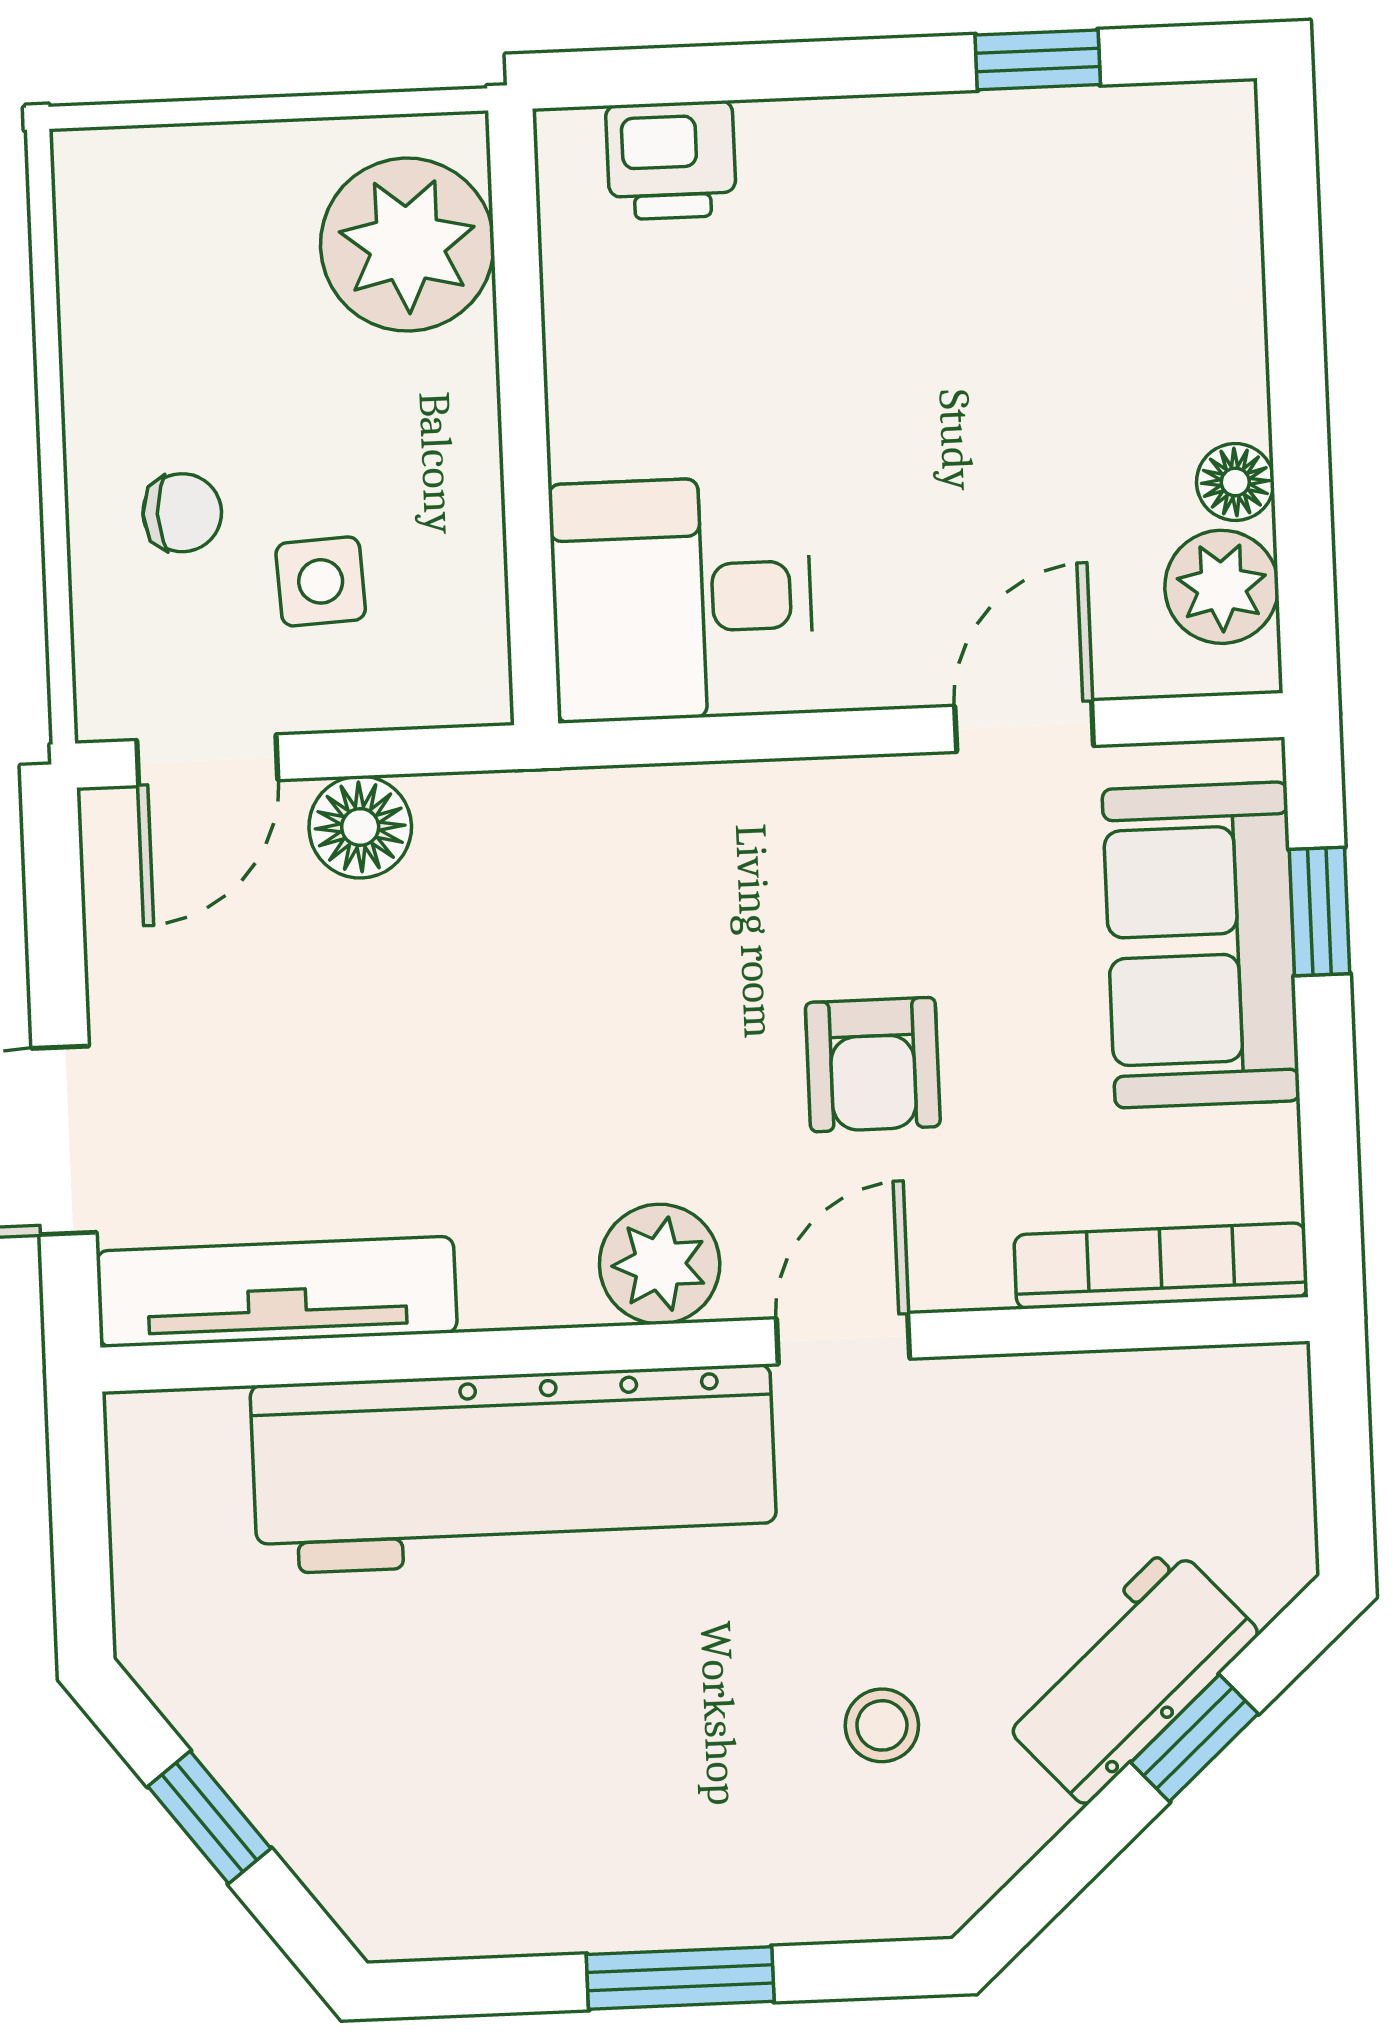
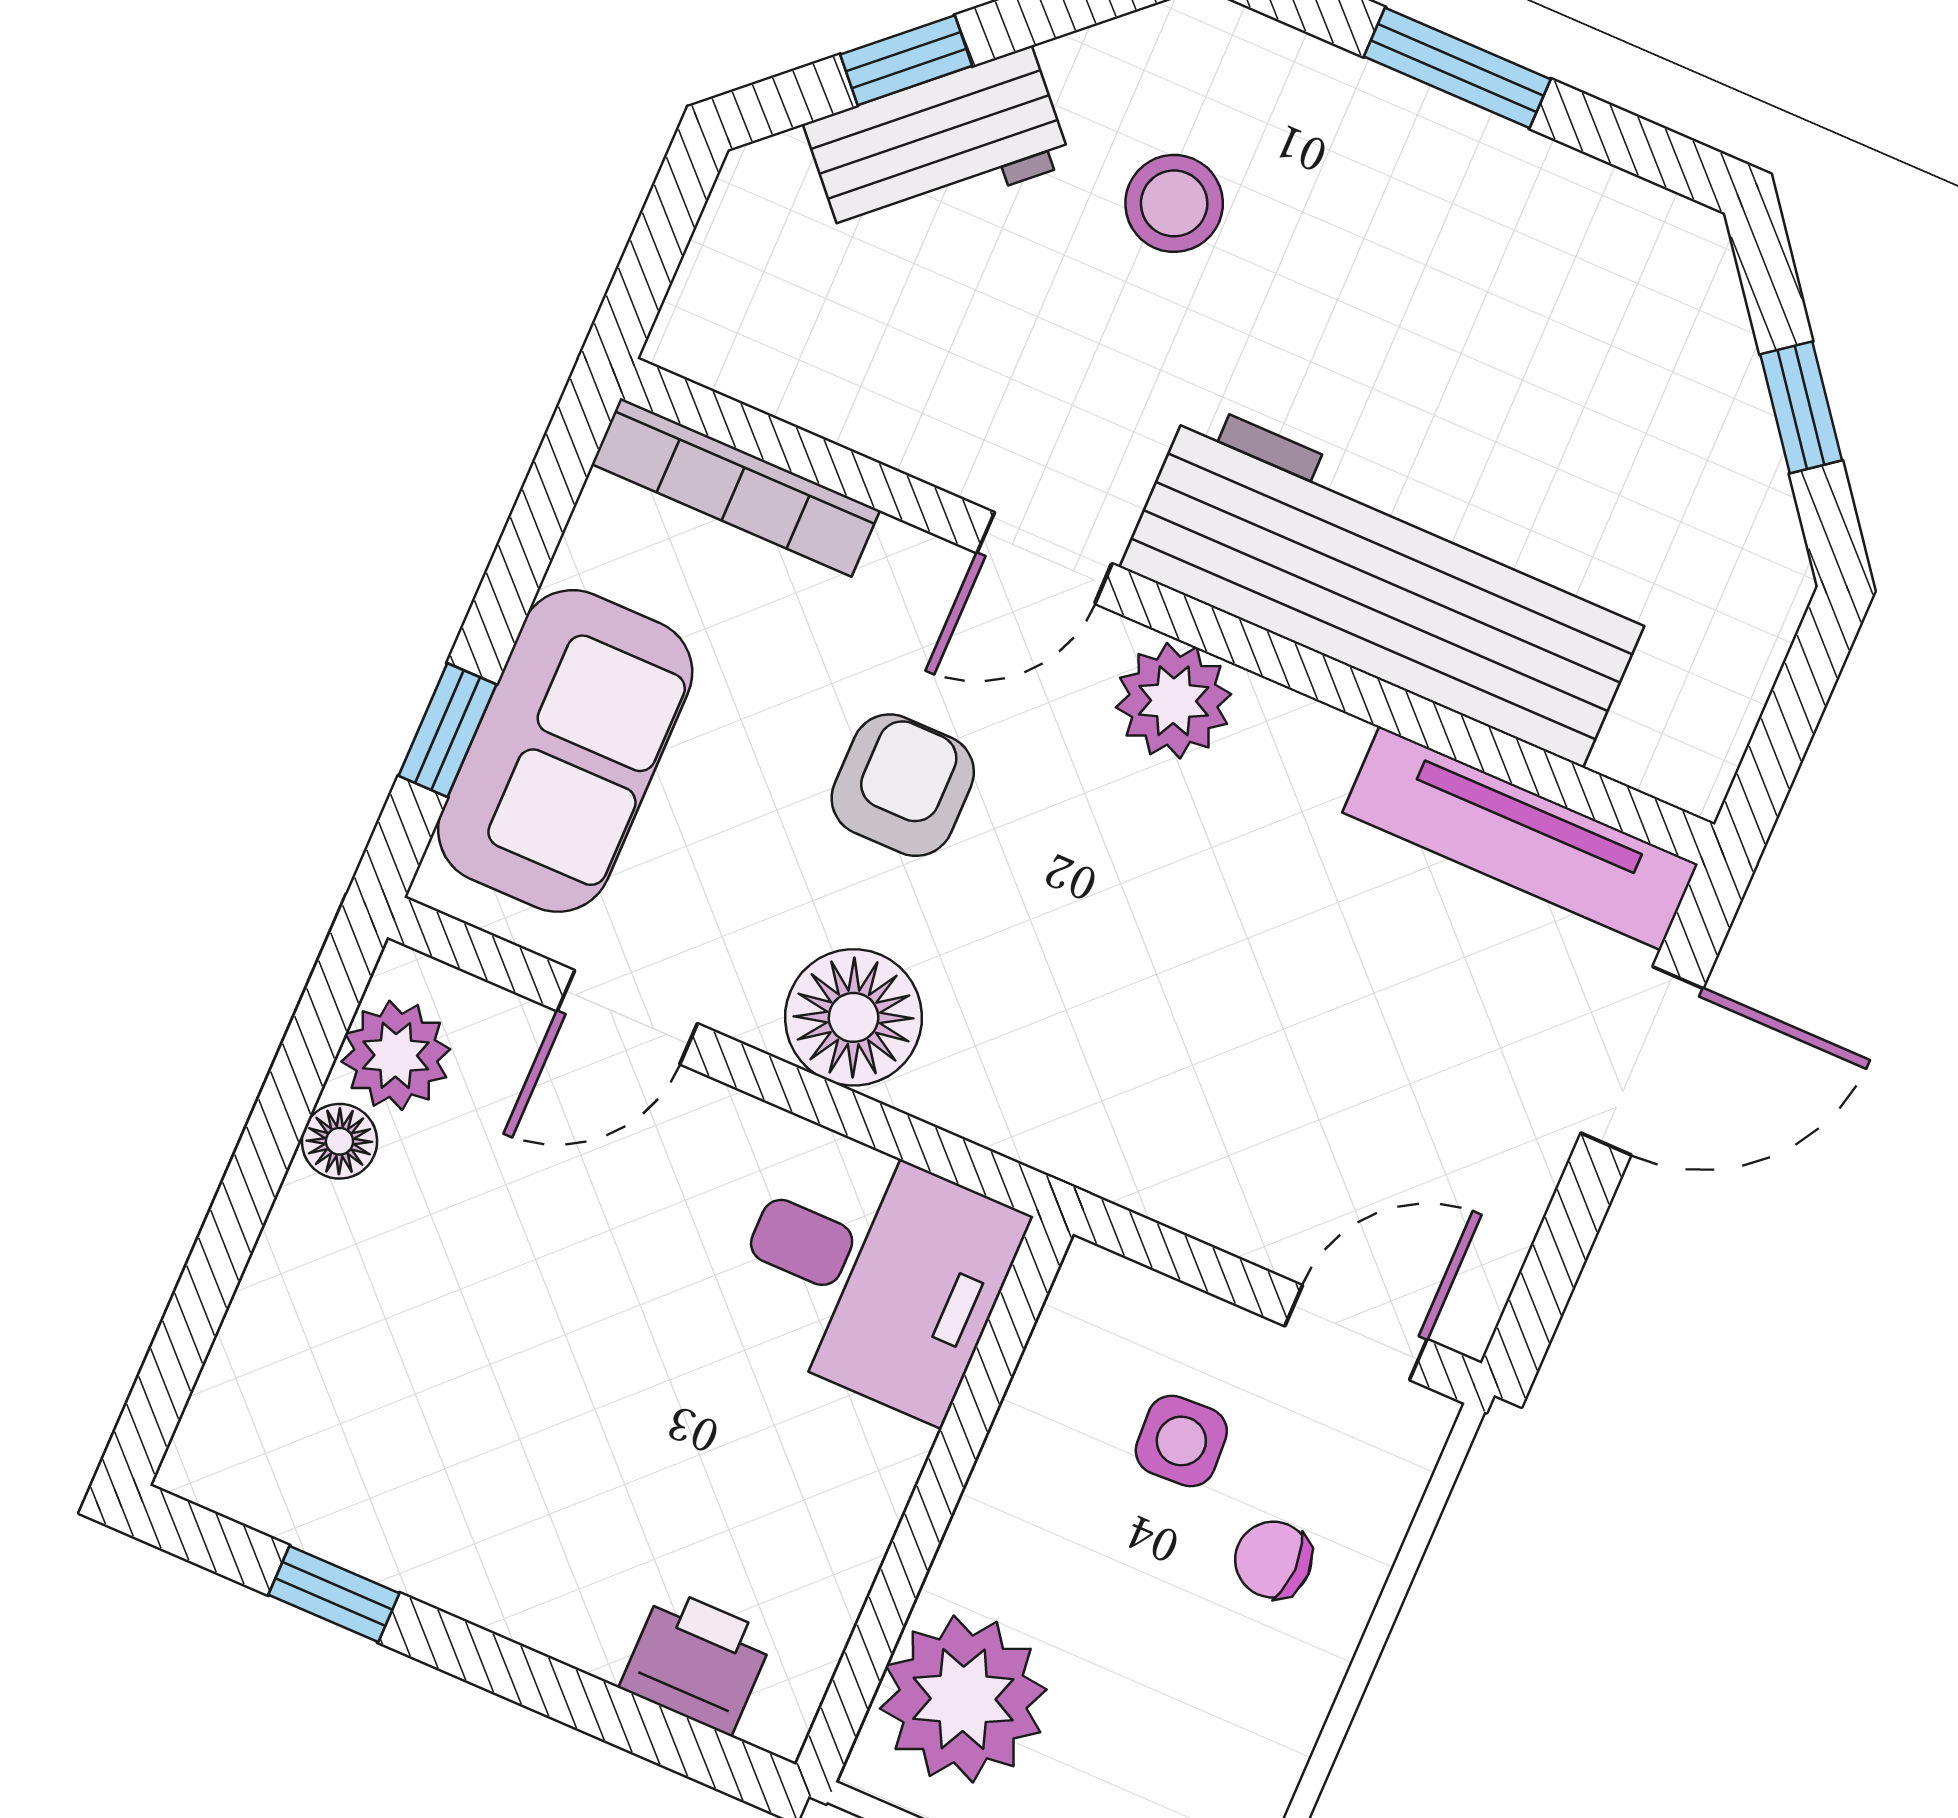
floor lamp: (360, 827) -> (854, 1017), moved, width x1.38, depth x1.38
stool: (882, 1725) -> (1174, 203), width x1.37, depth x1.37

